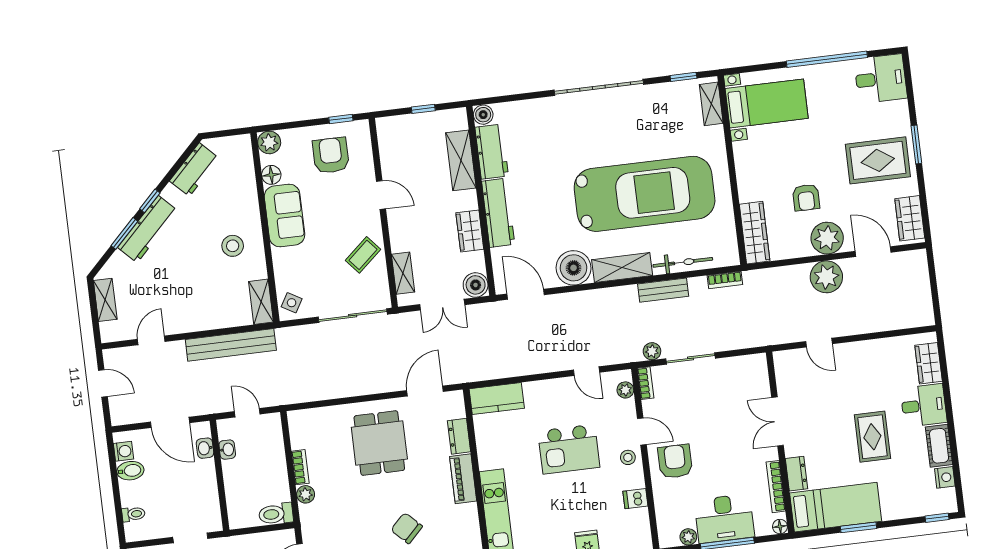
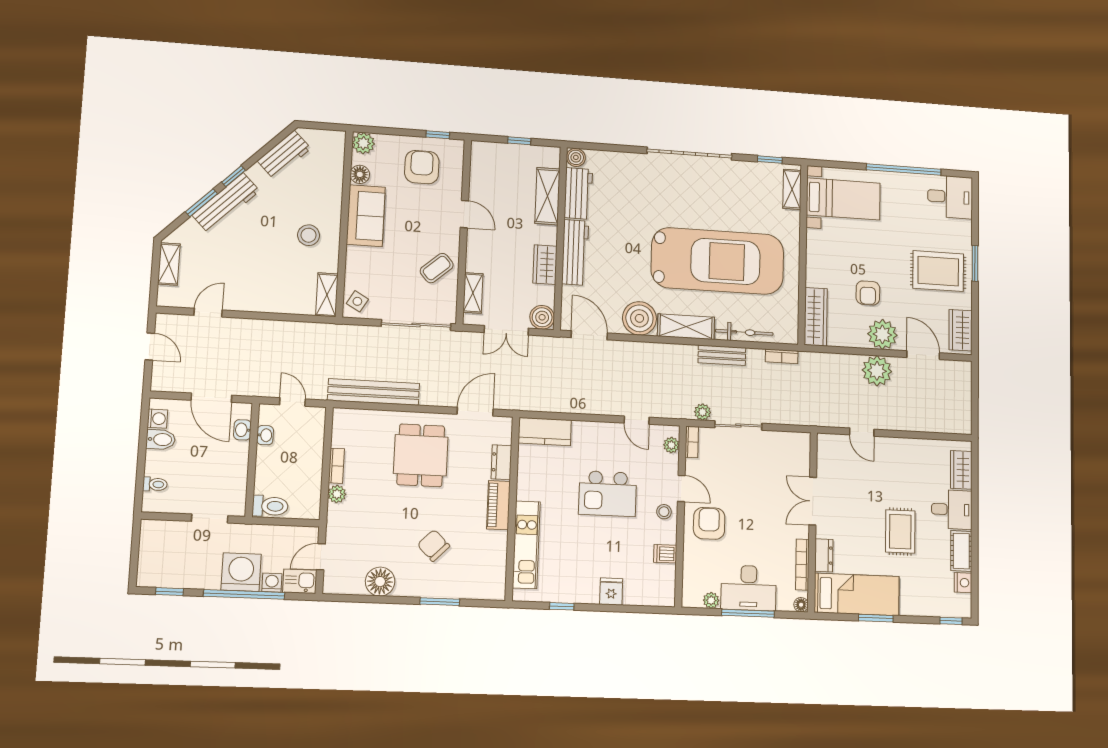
bench: (231, 345) -> (374, 392), moved
toilet: (276, 514) -> (270, 506), moved, turned 180

